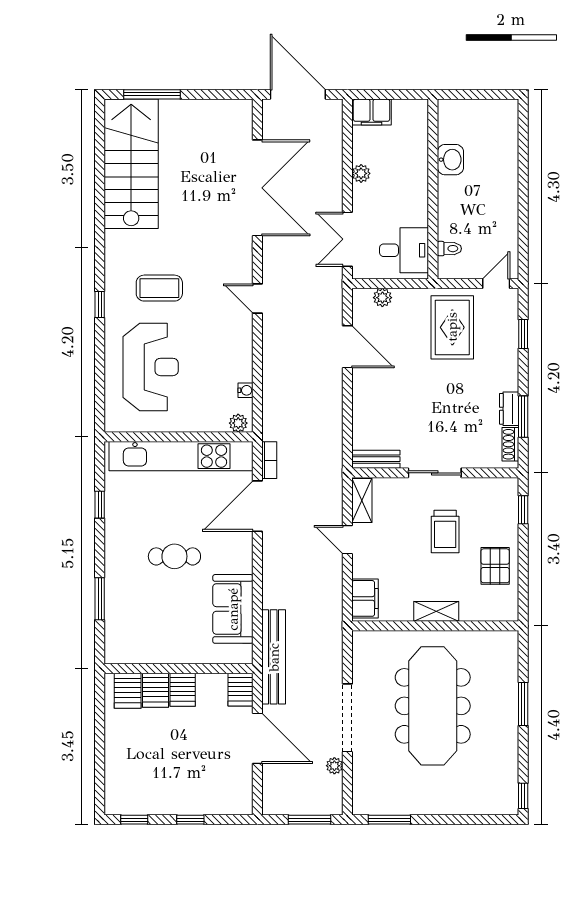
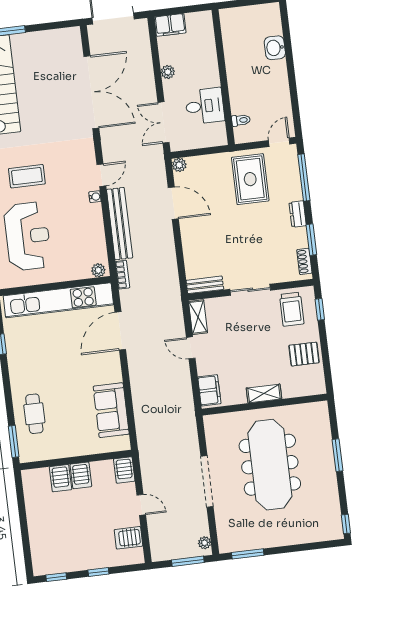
washbasin: (450, 160) -> (275, 48), moved, turned 180
desk: (404, 250) -> (205, 106), moved
plant: (382, 298) -> (179, 165), moved
door: (257, 299) -> (101, 175), swing flipped
window: (523, 334) -> (304, 178), width x2.17
water cooler: (245, 390) -> (95, 197), moved
dresser: (509, 409) -> (298, 214), moved
bookcase: (269, 460) -> (122, 275), moved
trolley: (445, 531) -> (292, 309), moved
cafe table: (174, 556) -> (34, 414), moved, turned 90
pallet: (495, 566) -> (304, 354), turned 90
window: (100, 599) -> (14, 441), moved
bench: (274, 657) -> (120, 224), moved
server rack: (128, 691) -> (128, 538), moved, turned 90
door: (257, 738) -> (141, 505), width x0.53
plant: (334, 766) -> (205, 543), moved

